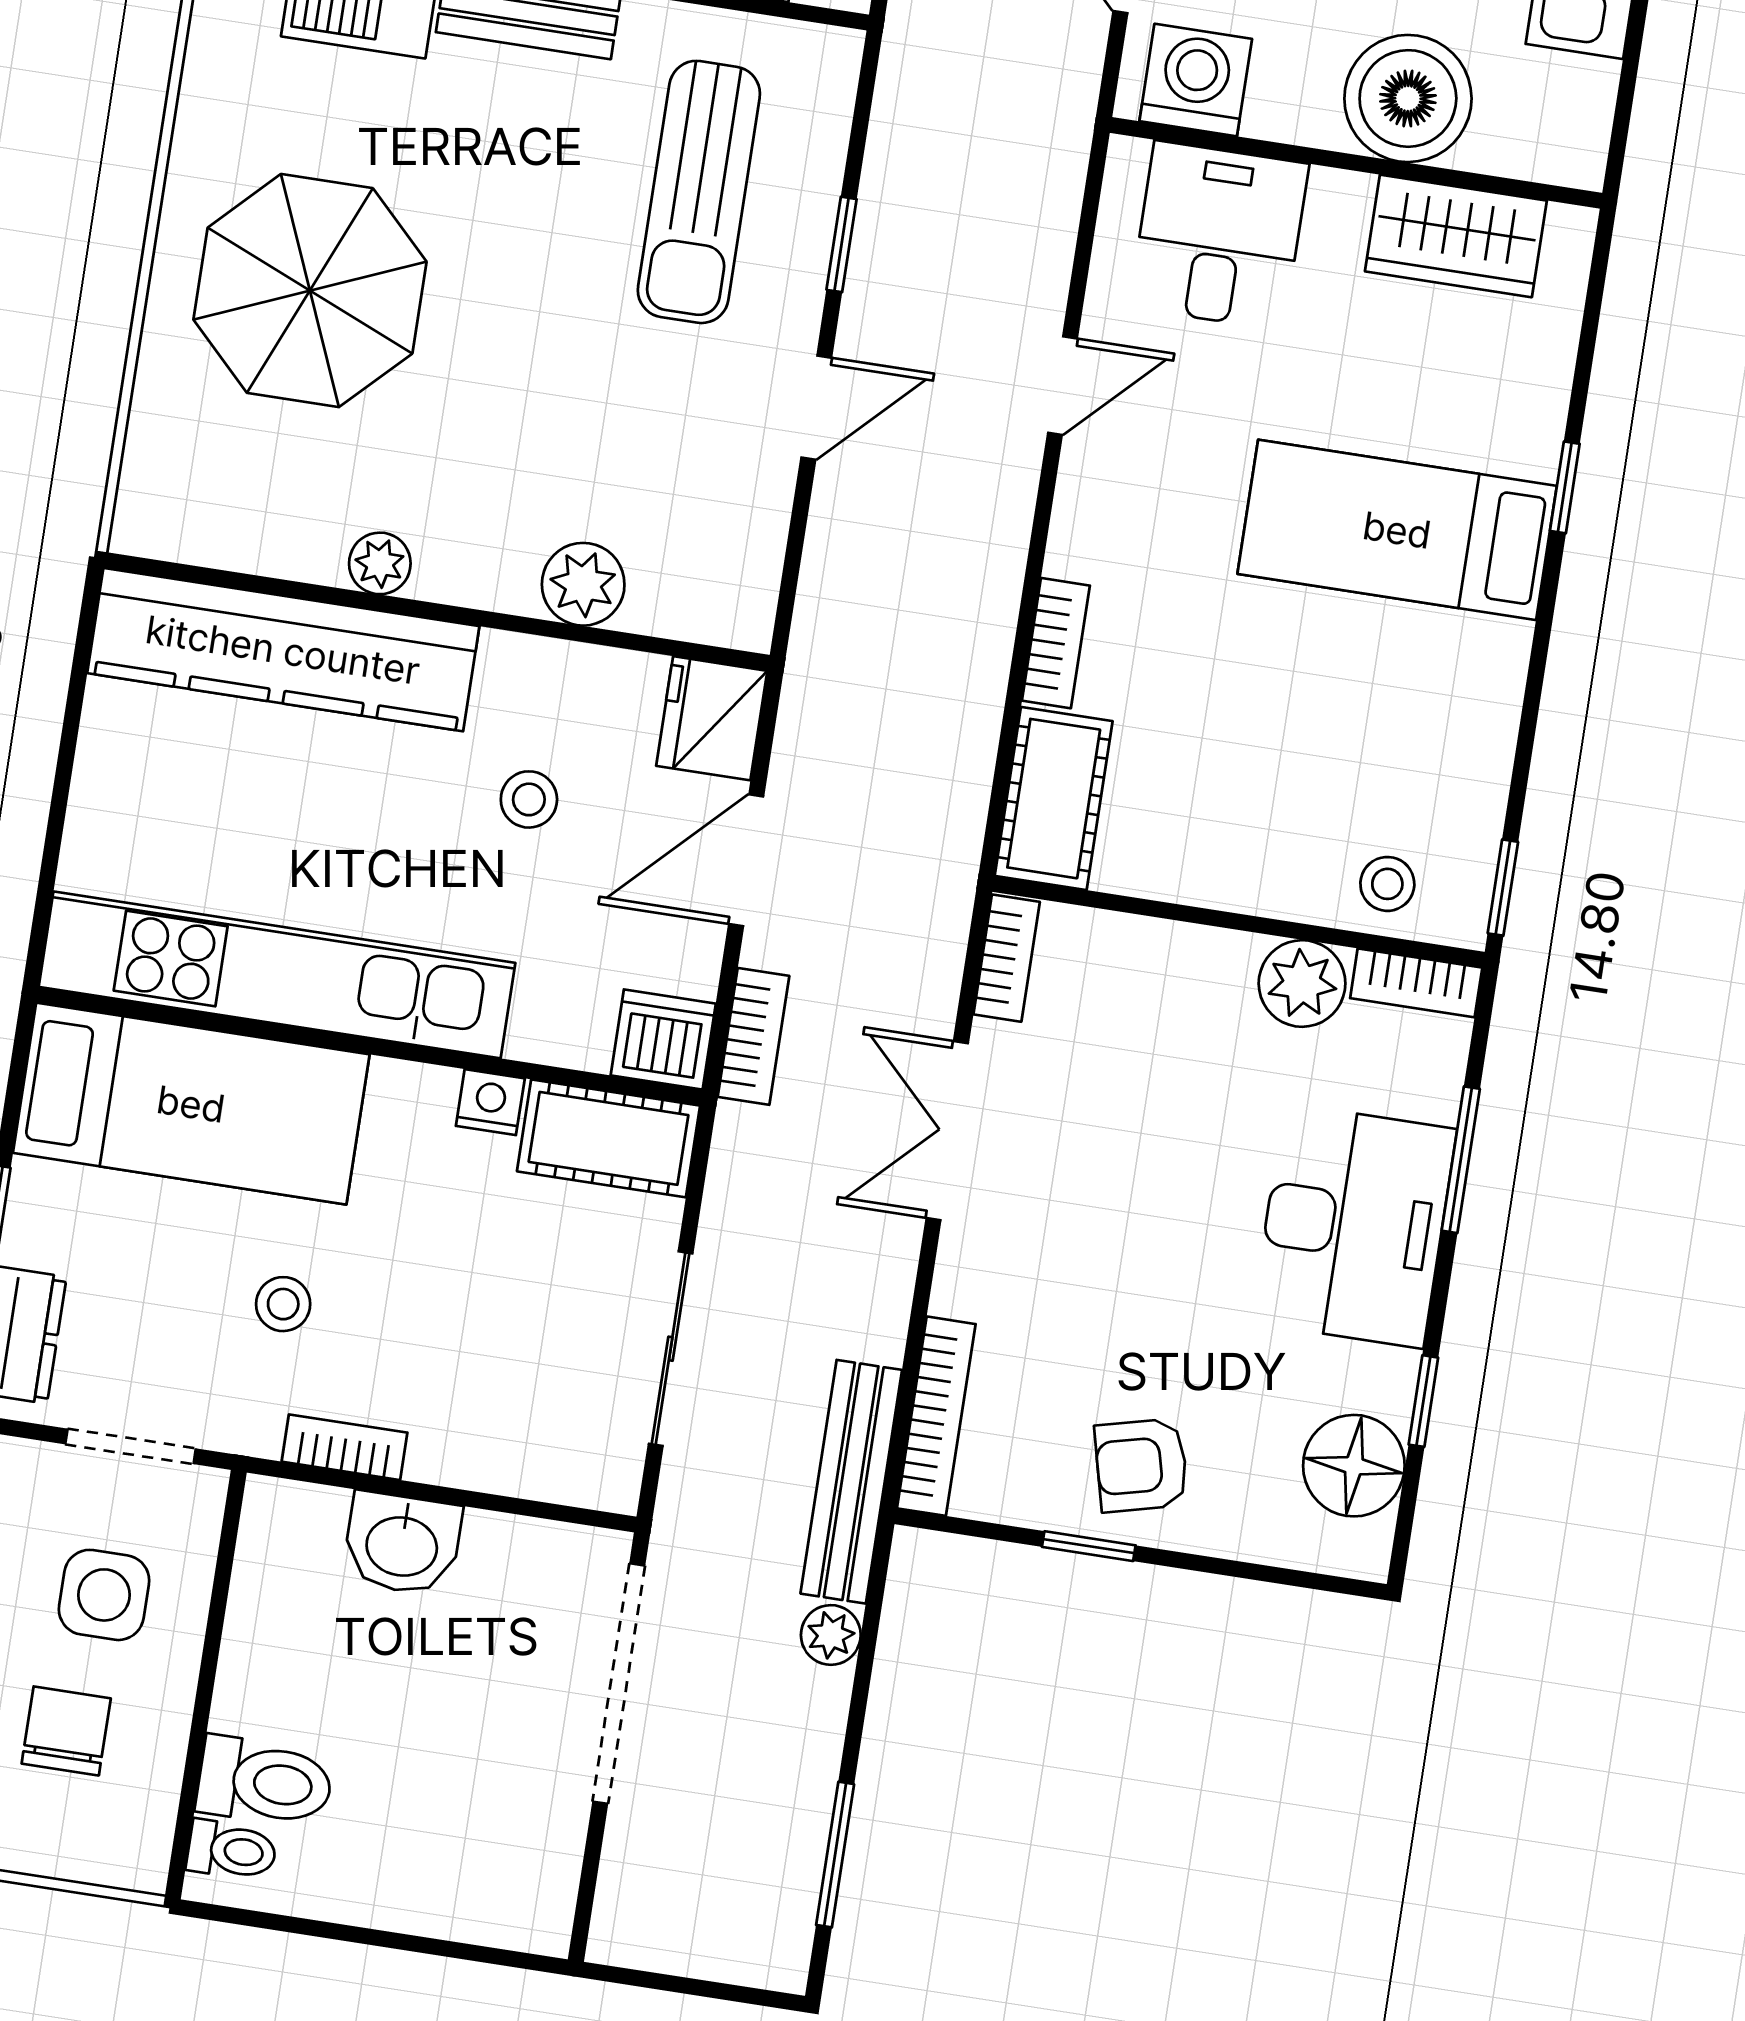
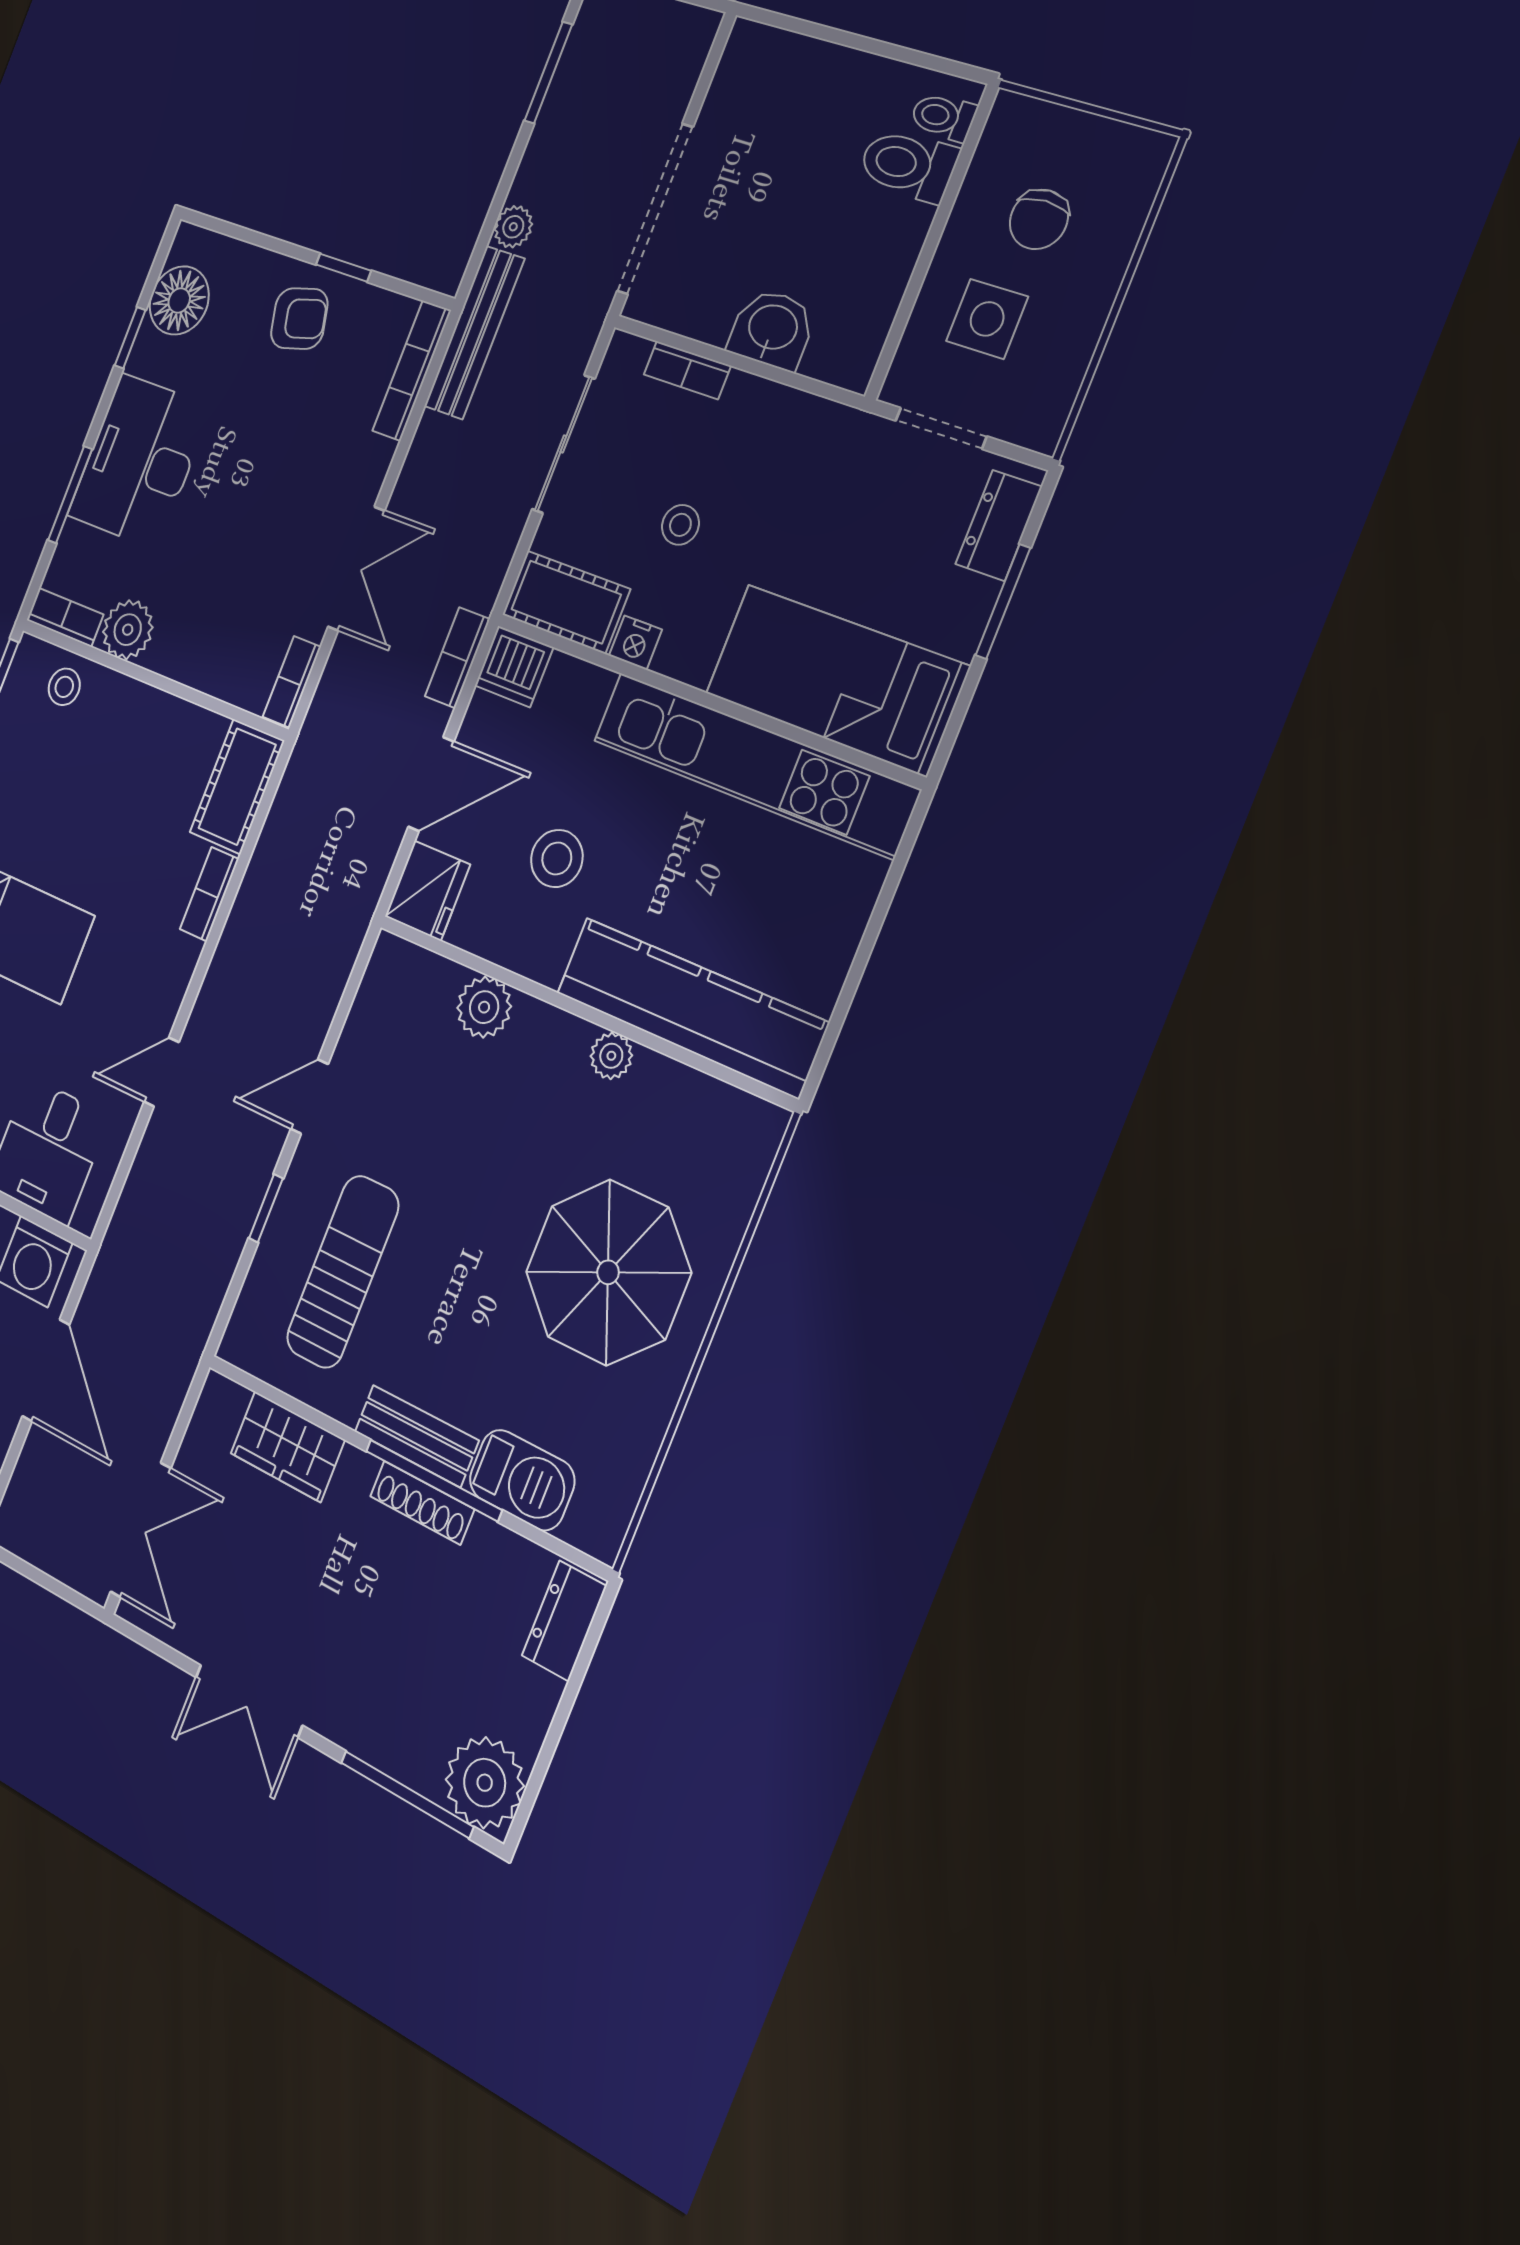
stool: (529, 799) -> (557, 858), width x1.37, depth x1.37
stool: (283, 1304) -> (680, 525), moved
bookcase: (345, 1447) -> (687, 370), moved

